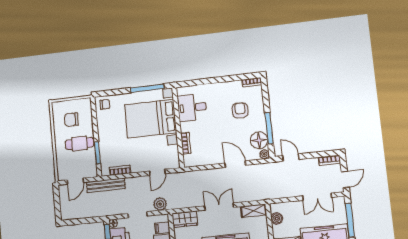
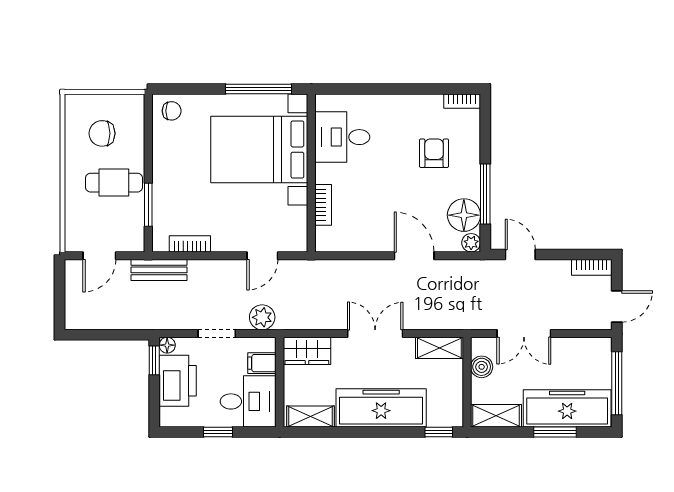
bench: (106, 185) -> (159, 270), width x0.73
double door: (317, 197) -> (524, 334), moved

